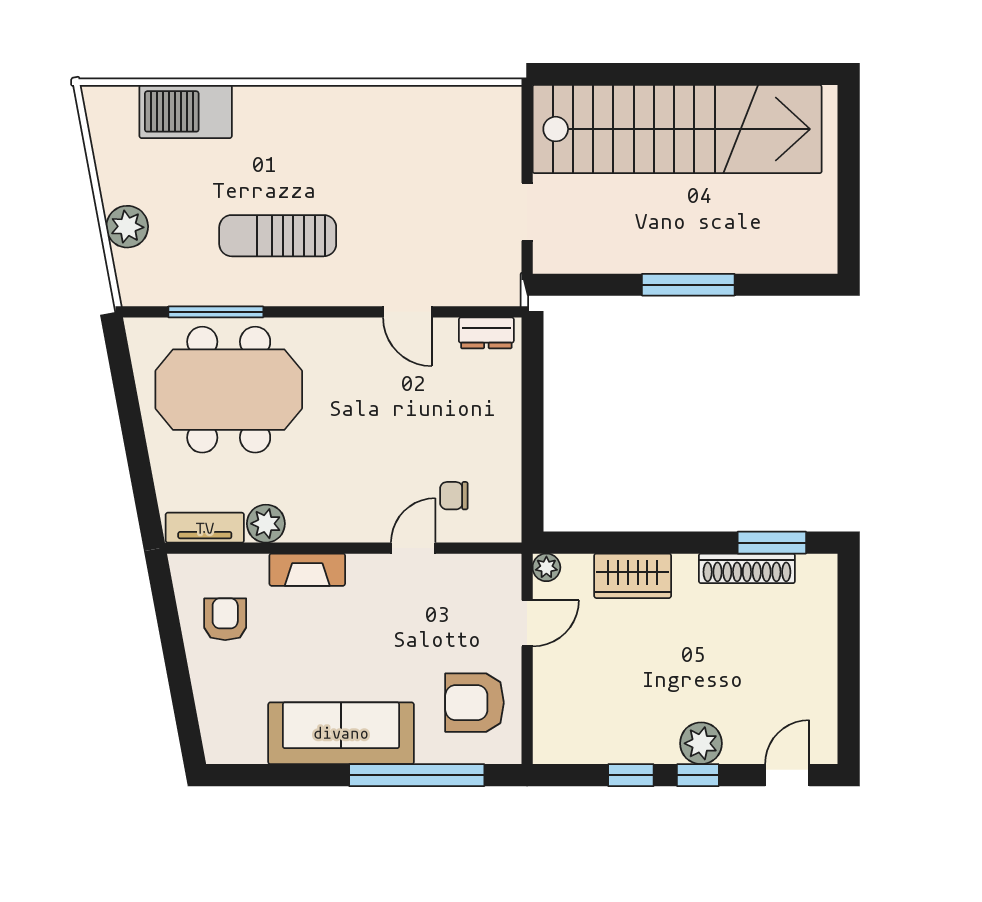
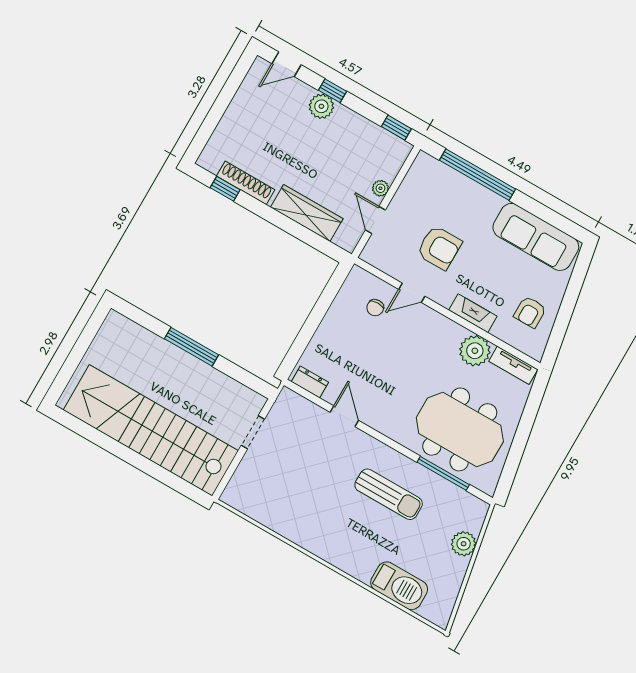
chair: (454, 496) -> (375, 308), turned 90
plant: (266, 524) -> (475, 351), width x1.36, depth x1.36
window: (772, 543) -> (225, 189), width x0.67
plant: (546, 567) -> (380, 188), moved
wardrobe: (633, 576) -> (307, 213), width x1.50
door: (527, 623) -> (375, 220), hinge flipped
armchair: (475, 703) -> (439, 248), moved
sofa: (341, 733) -> (536, 237), moved
window: (631, 775) -> (396, 128), moved

